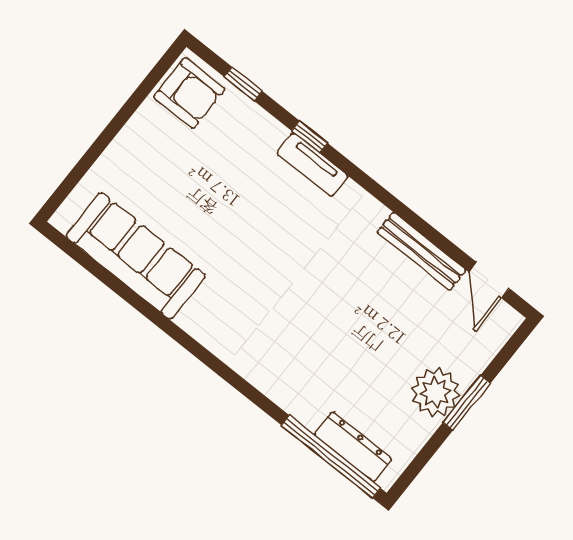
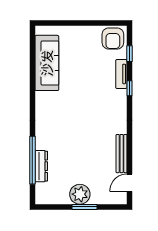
tv unit: (312, 165) -> (121, 74), moved
dresser: (353, 447) -> (41, 166), moved
window: (331, 457) -> (32, 160), moved

